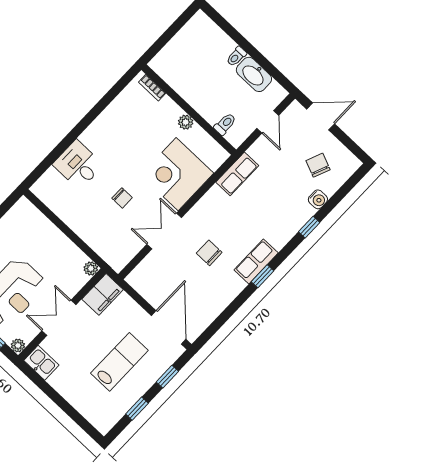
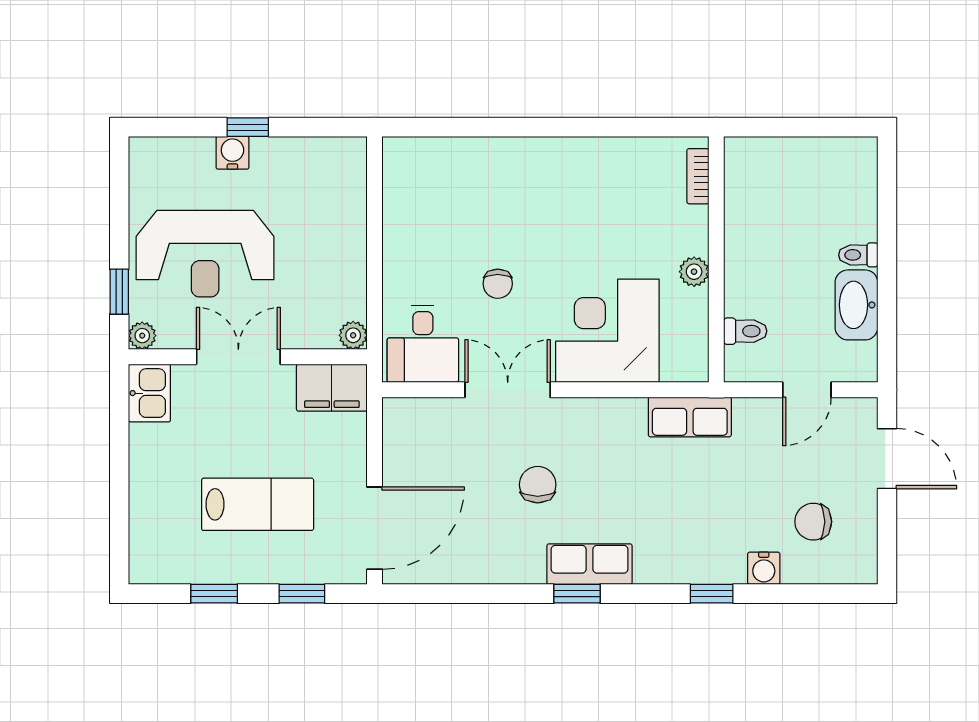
desk: (78, 165) -> (423, 344), moved, turned 180
chair: (318, 165) -> (813, 522), turned -112

